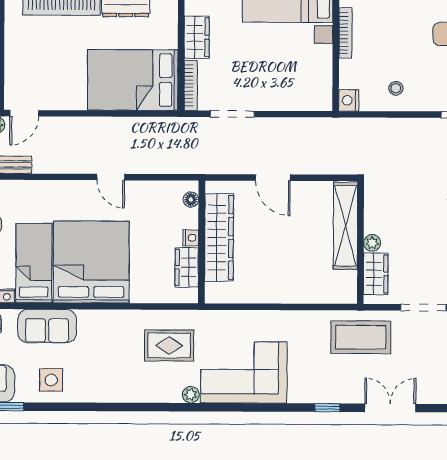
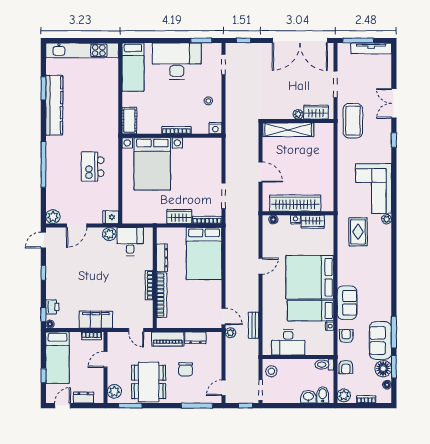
door: (273, 178) -> (260, 172), hinge flipped
side table: (51, 380) -> (378, 300), removed

